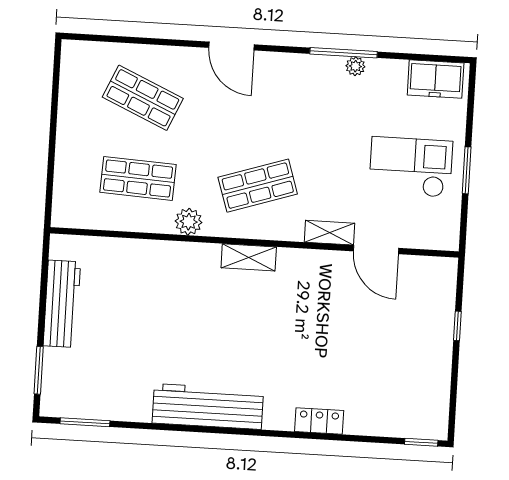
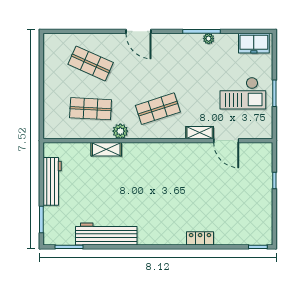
checkout: (411, 167) -> (243, 93), turned 180
shelving: (249, 257) -> (106, 149), moved
workbench: (208, 407) -> (106, 234), moved

